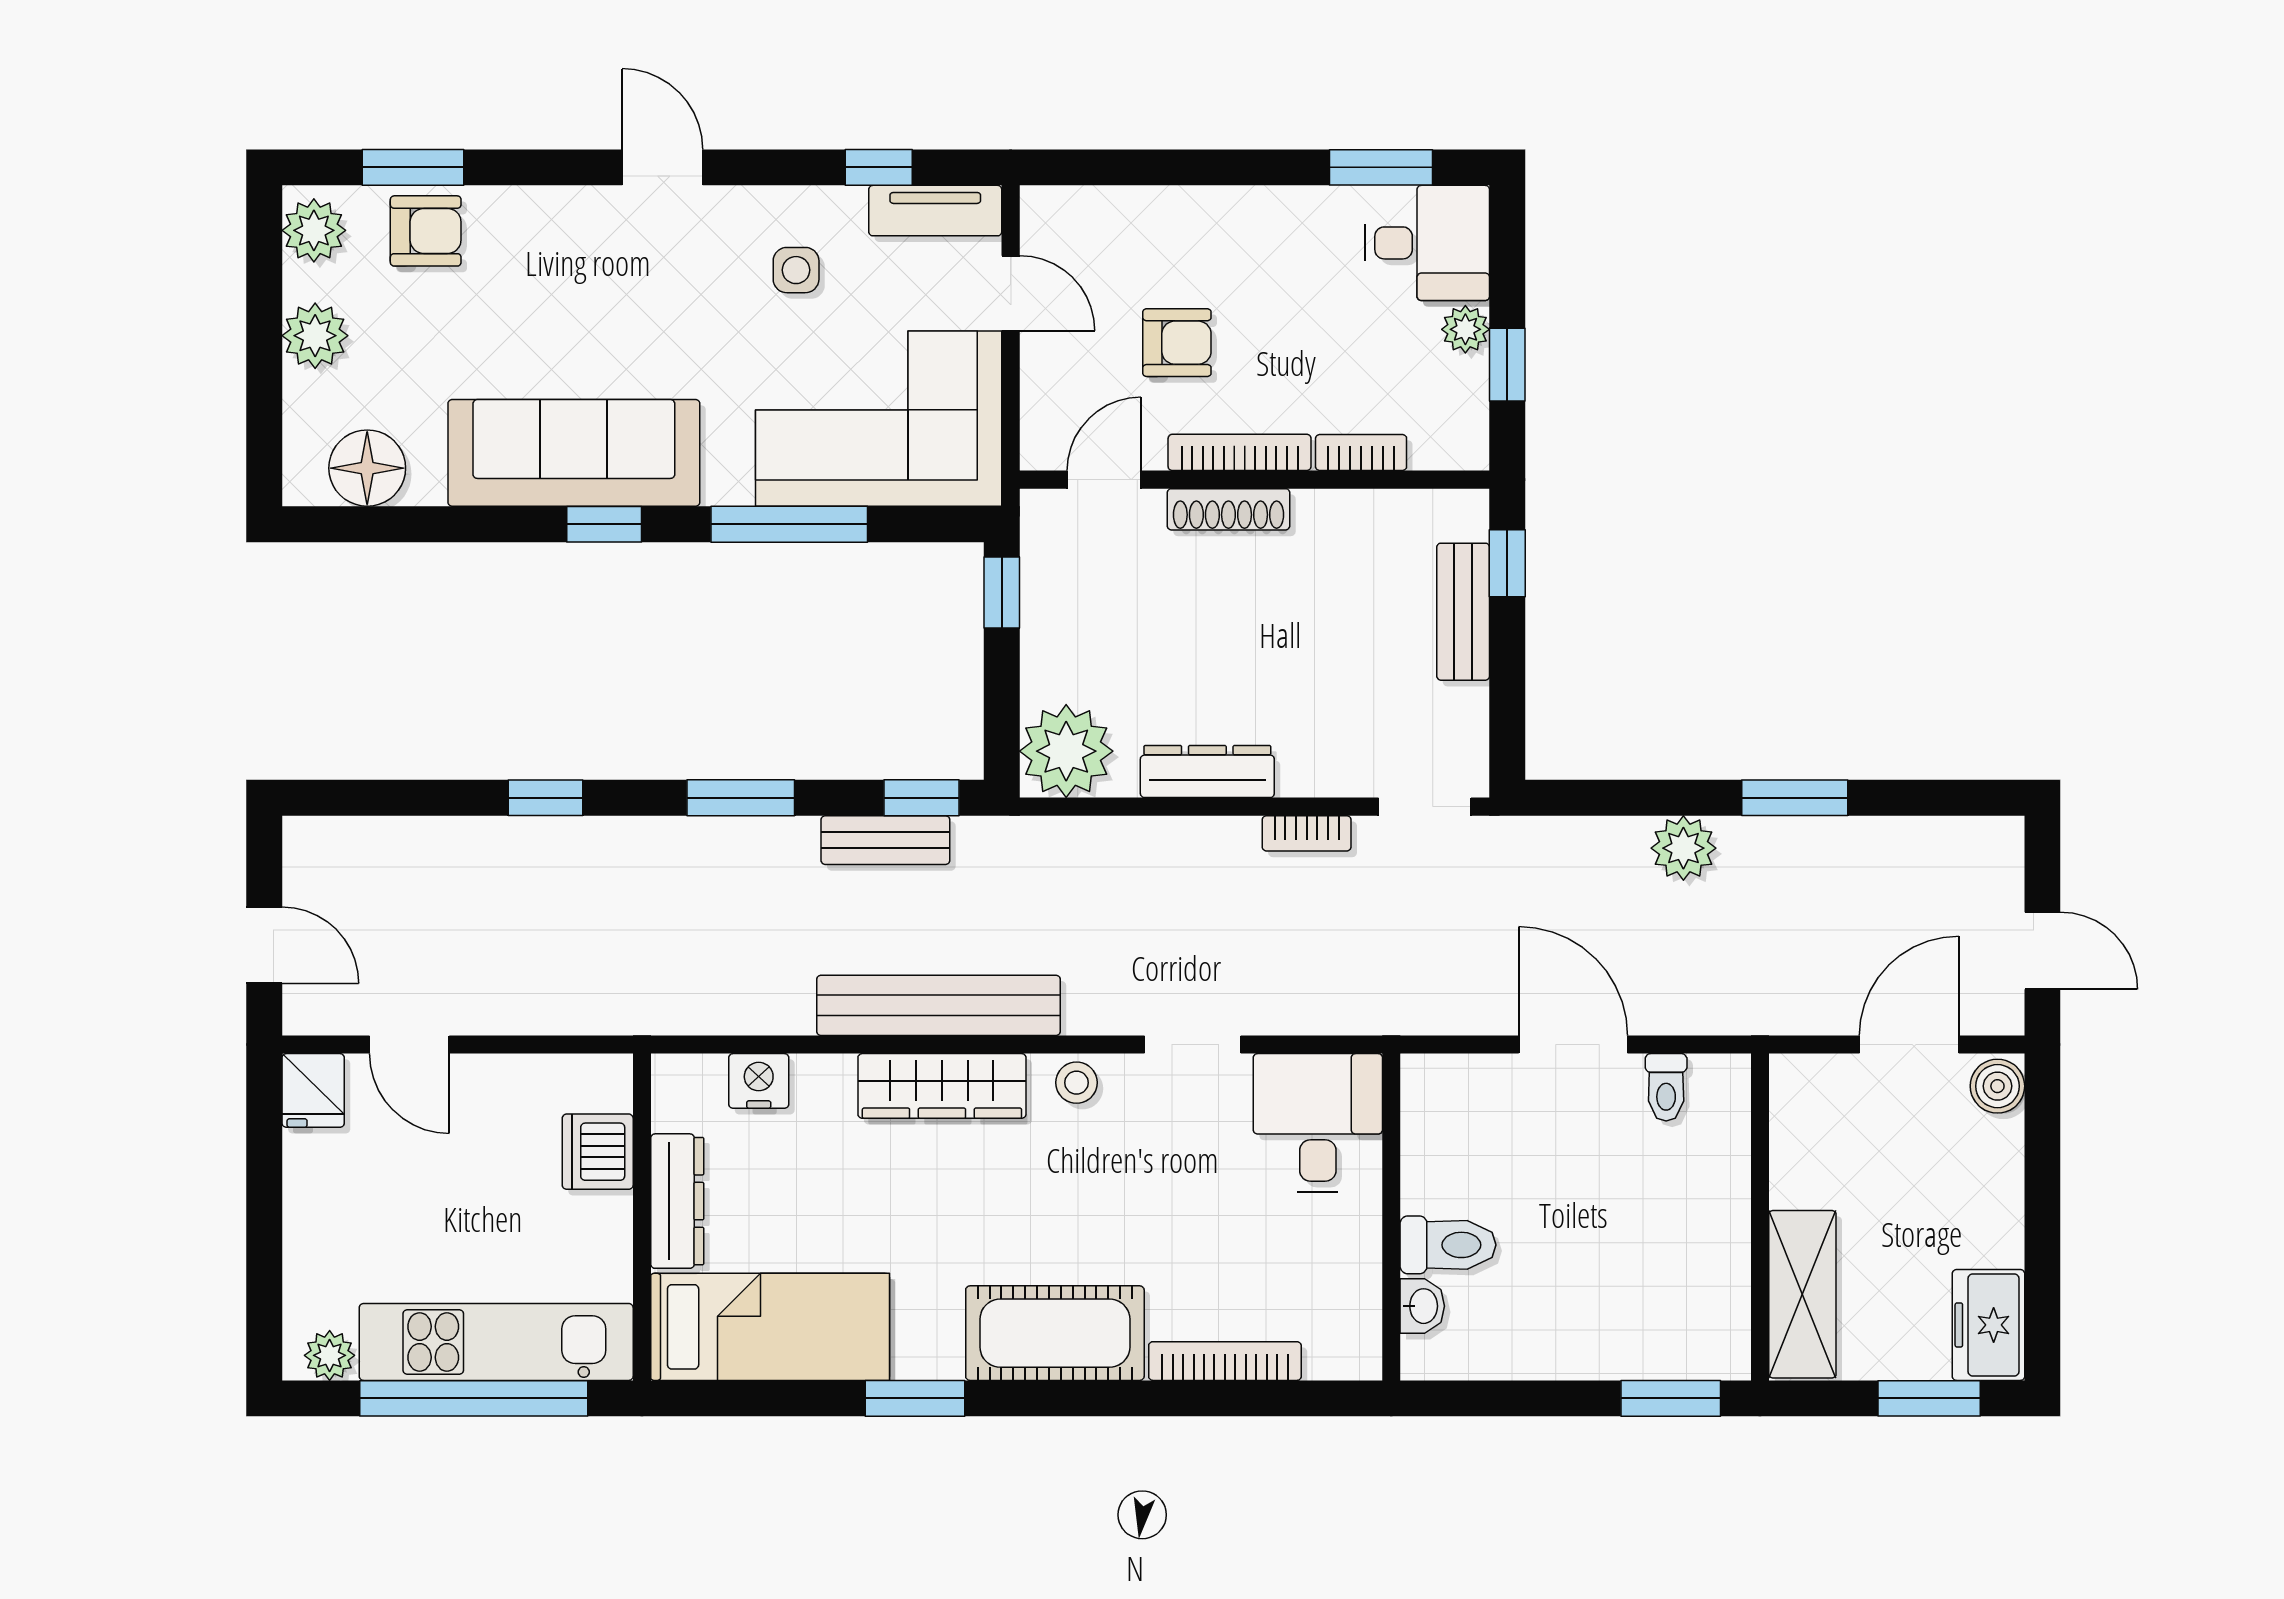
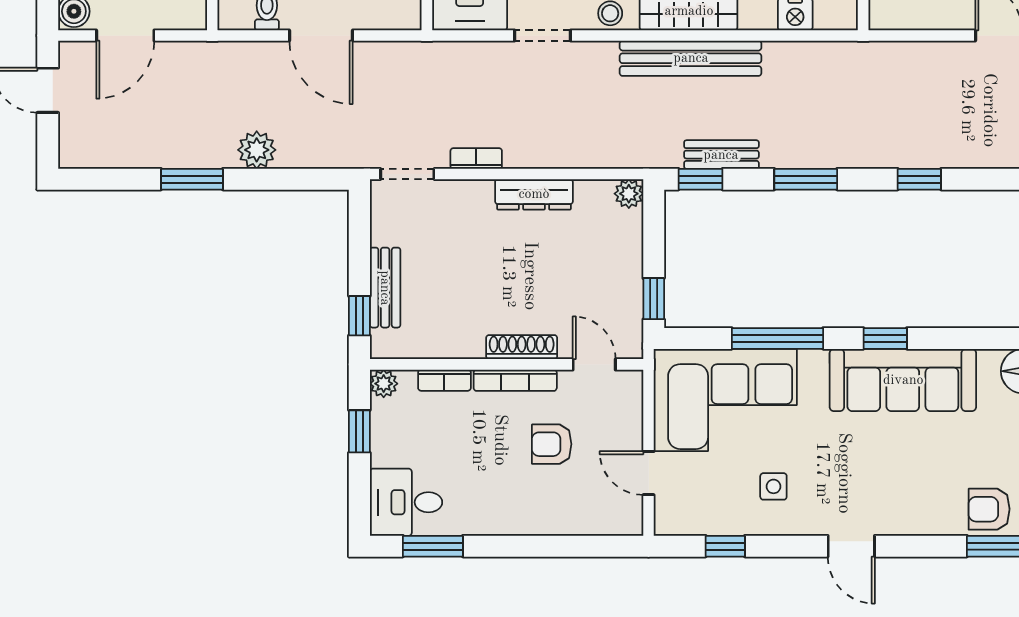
tv unit: (935, 211) -> (692, 521), removed
plant: (1465, 329) -> (384, 384), moved
door: (1104, 480) -> (594, 364), swing flipped
plant: (1066, 751) -> (629, 194), width x0.53, depth x0.53

